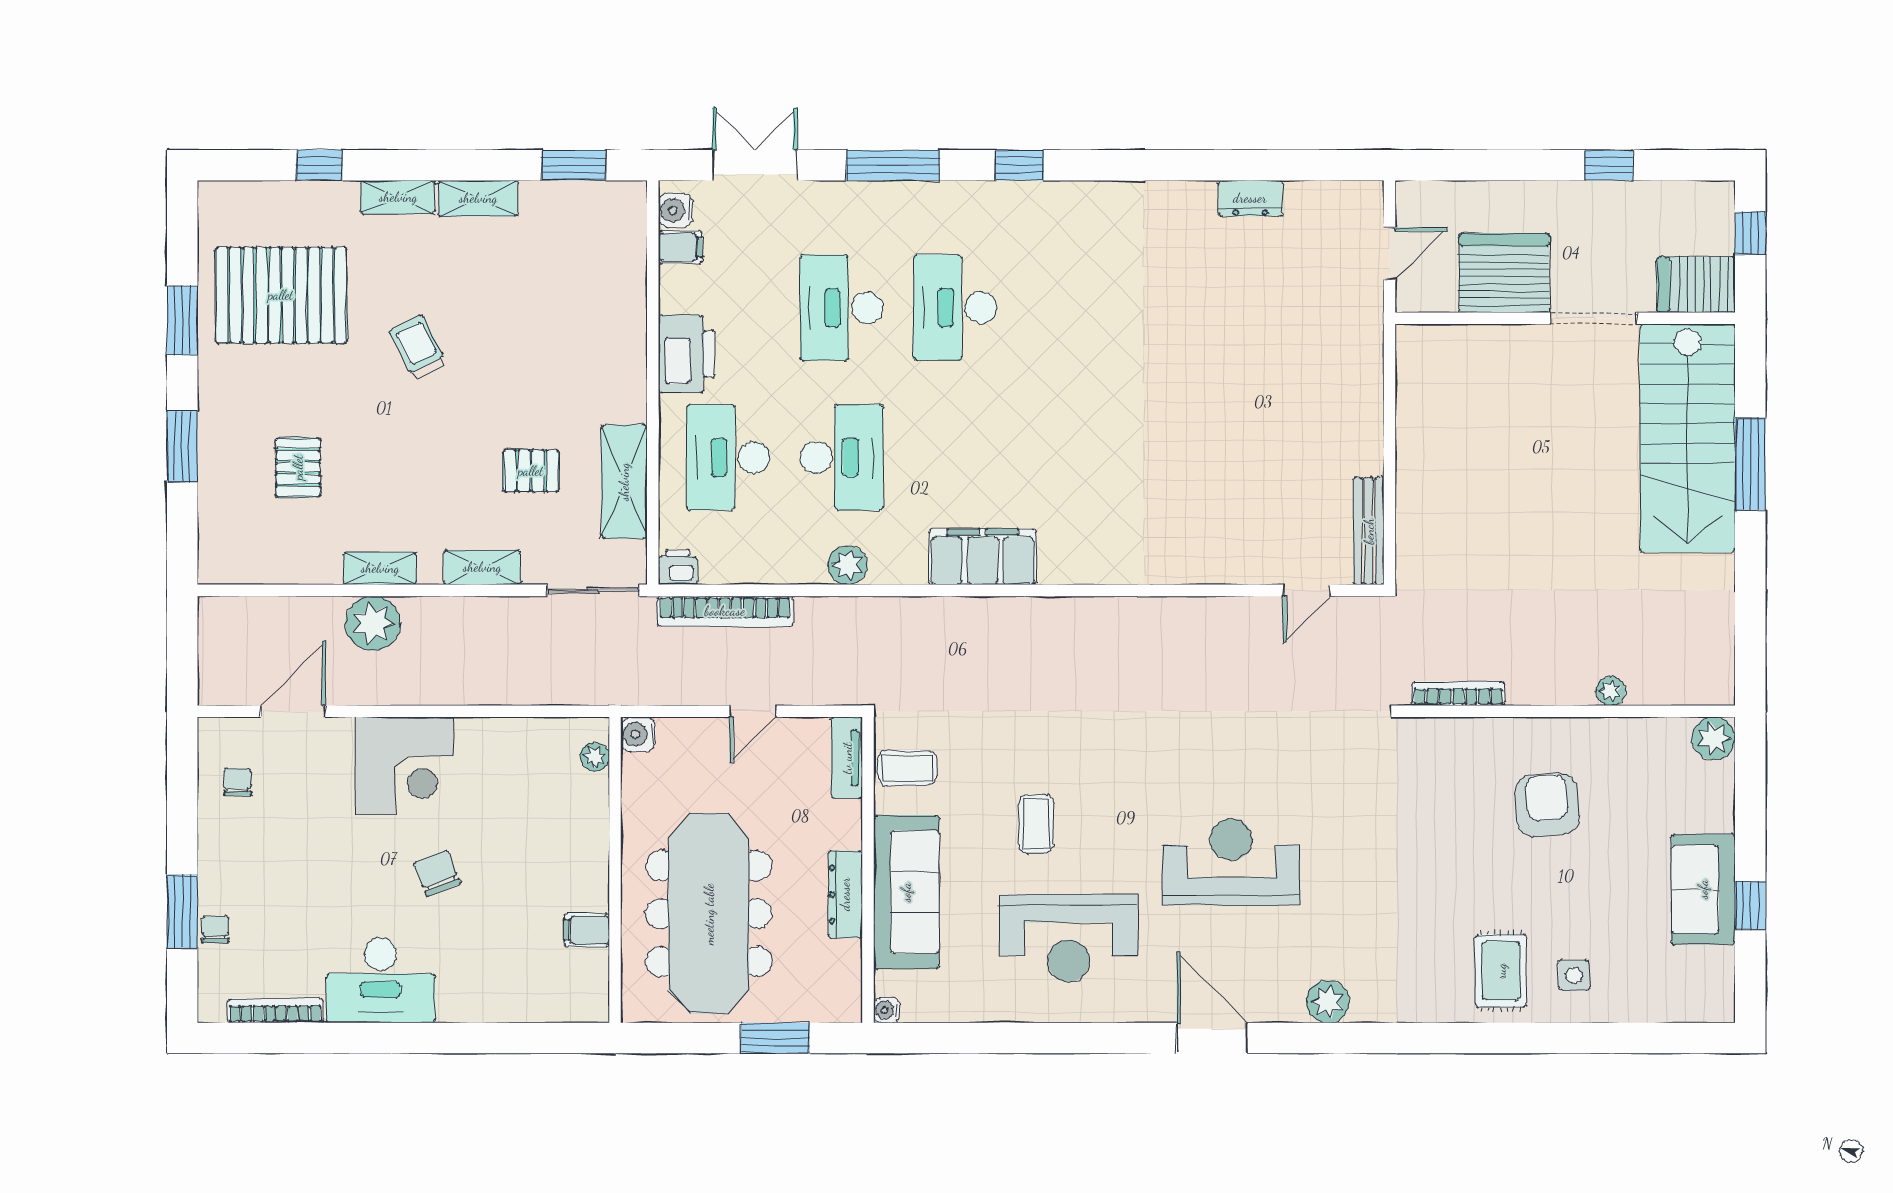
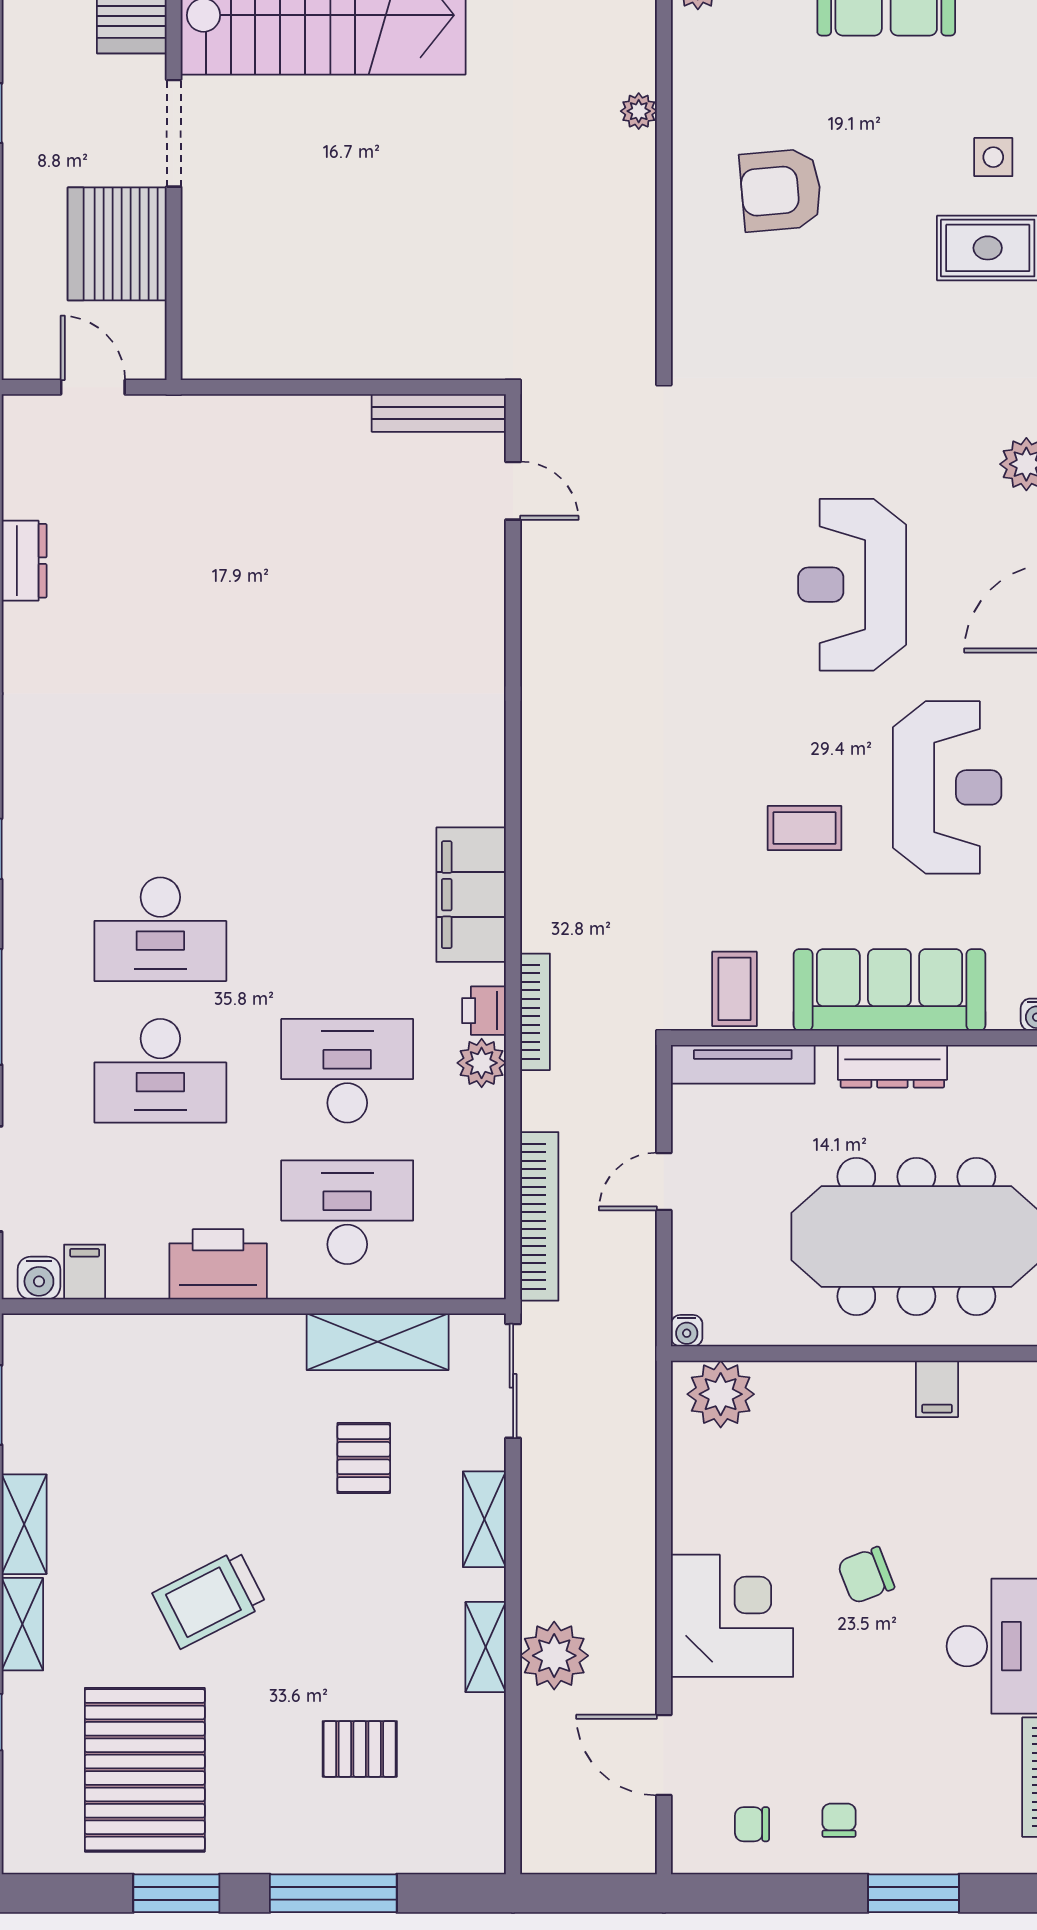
trolley: (418, 347) -> (210, 1599), width x1.36, depth x1.39
window: (182, 446) -> (333, 1893), width x1.44
desk: (728, 457) -> (347, 1212), turned 180
printer: (678, 567) -> (484, 1011), moved
bookcase: (1458, 694) -> (535, 1012), moved, turned 180
door: (753, 711) -> (664, 1182), swing flipped
water cooler: (638, 734) -> (687, 1331), width x0.72, depth x0.72
plant: (595, 757) -> (721, 1394), width x1.88, depth x1.88
tv unit: (847, 758) -> (743, 1064), width x1.41
chair: (215, 929) -> (839, 1820), moved, turned 90

